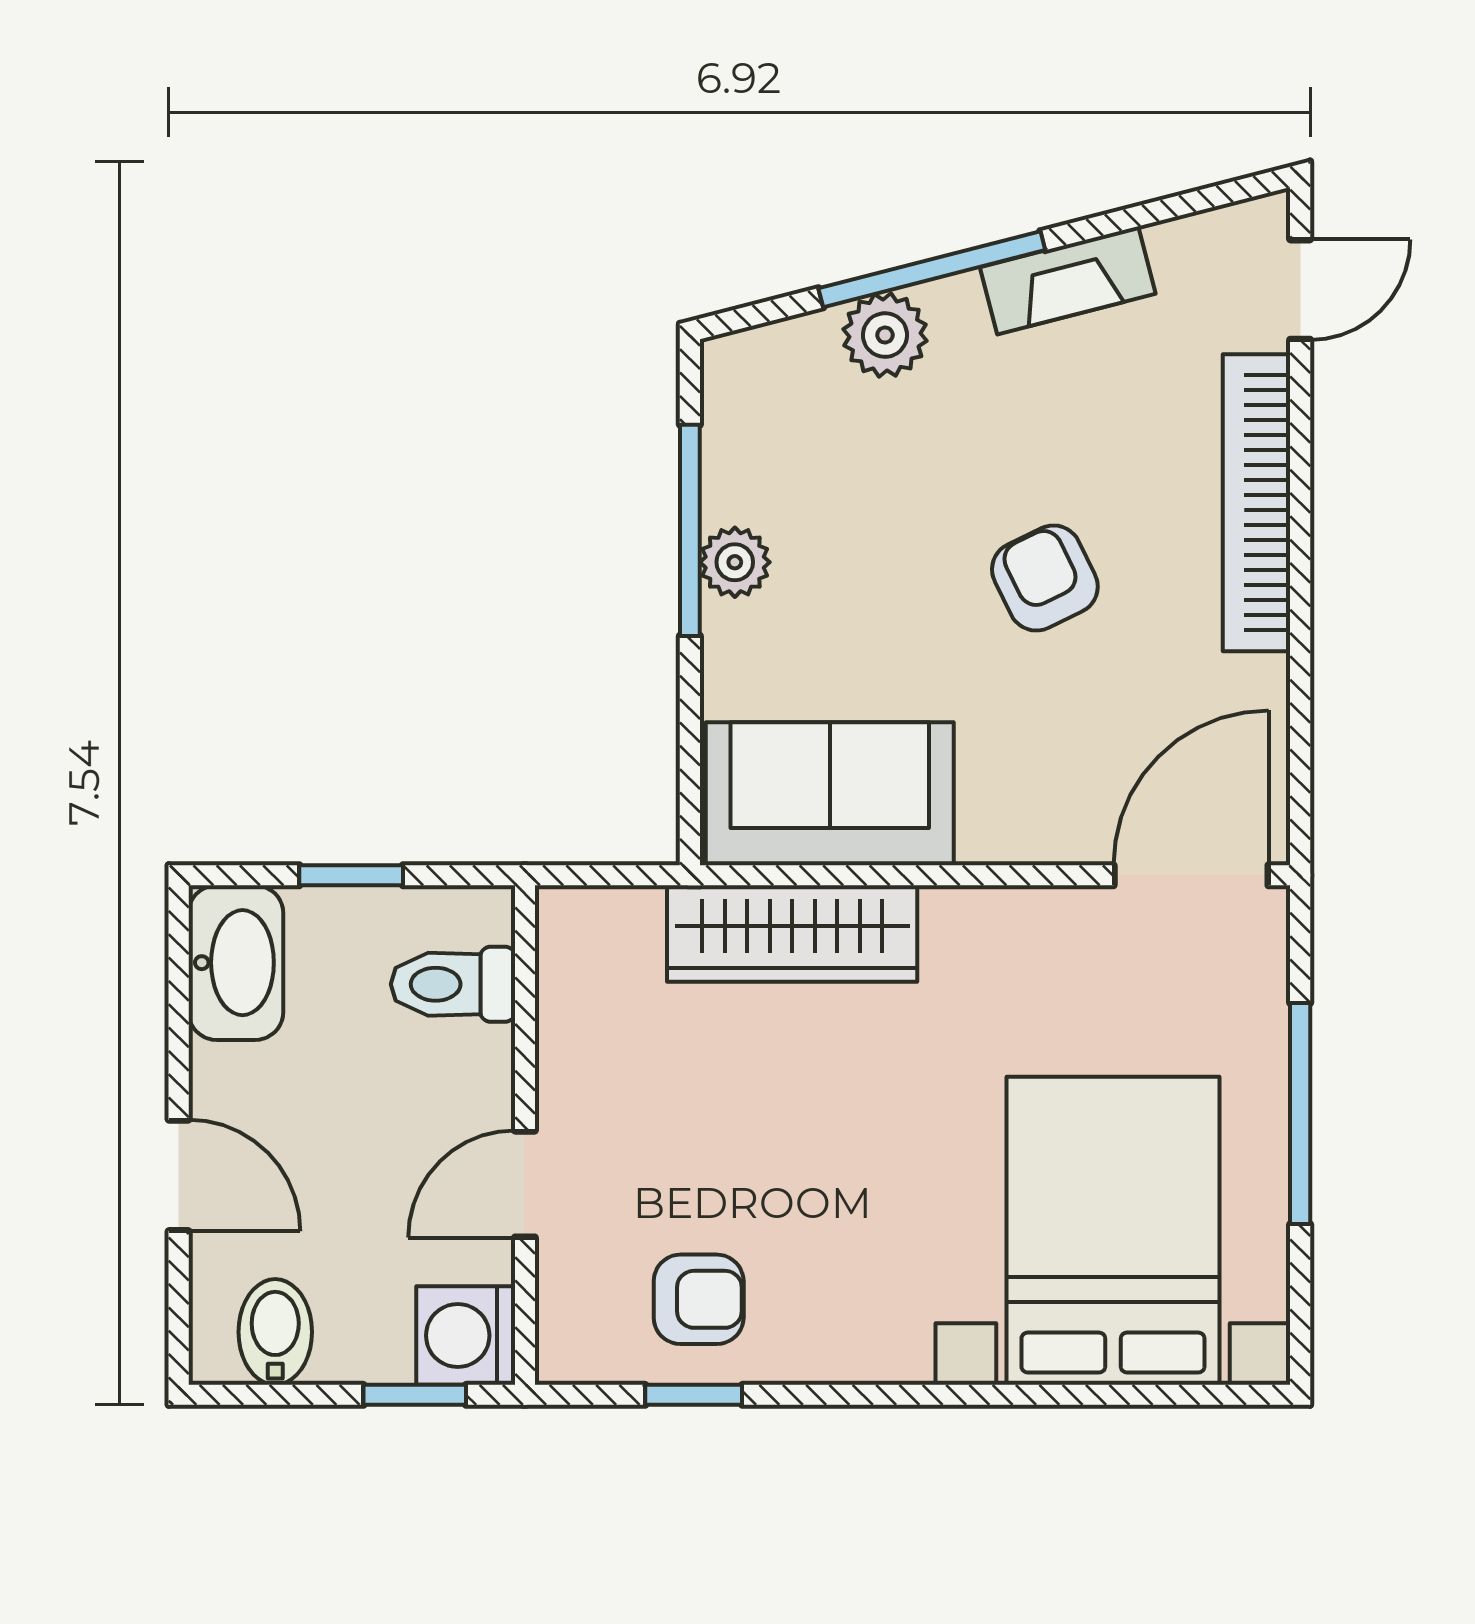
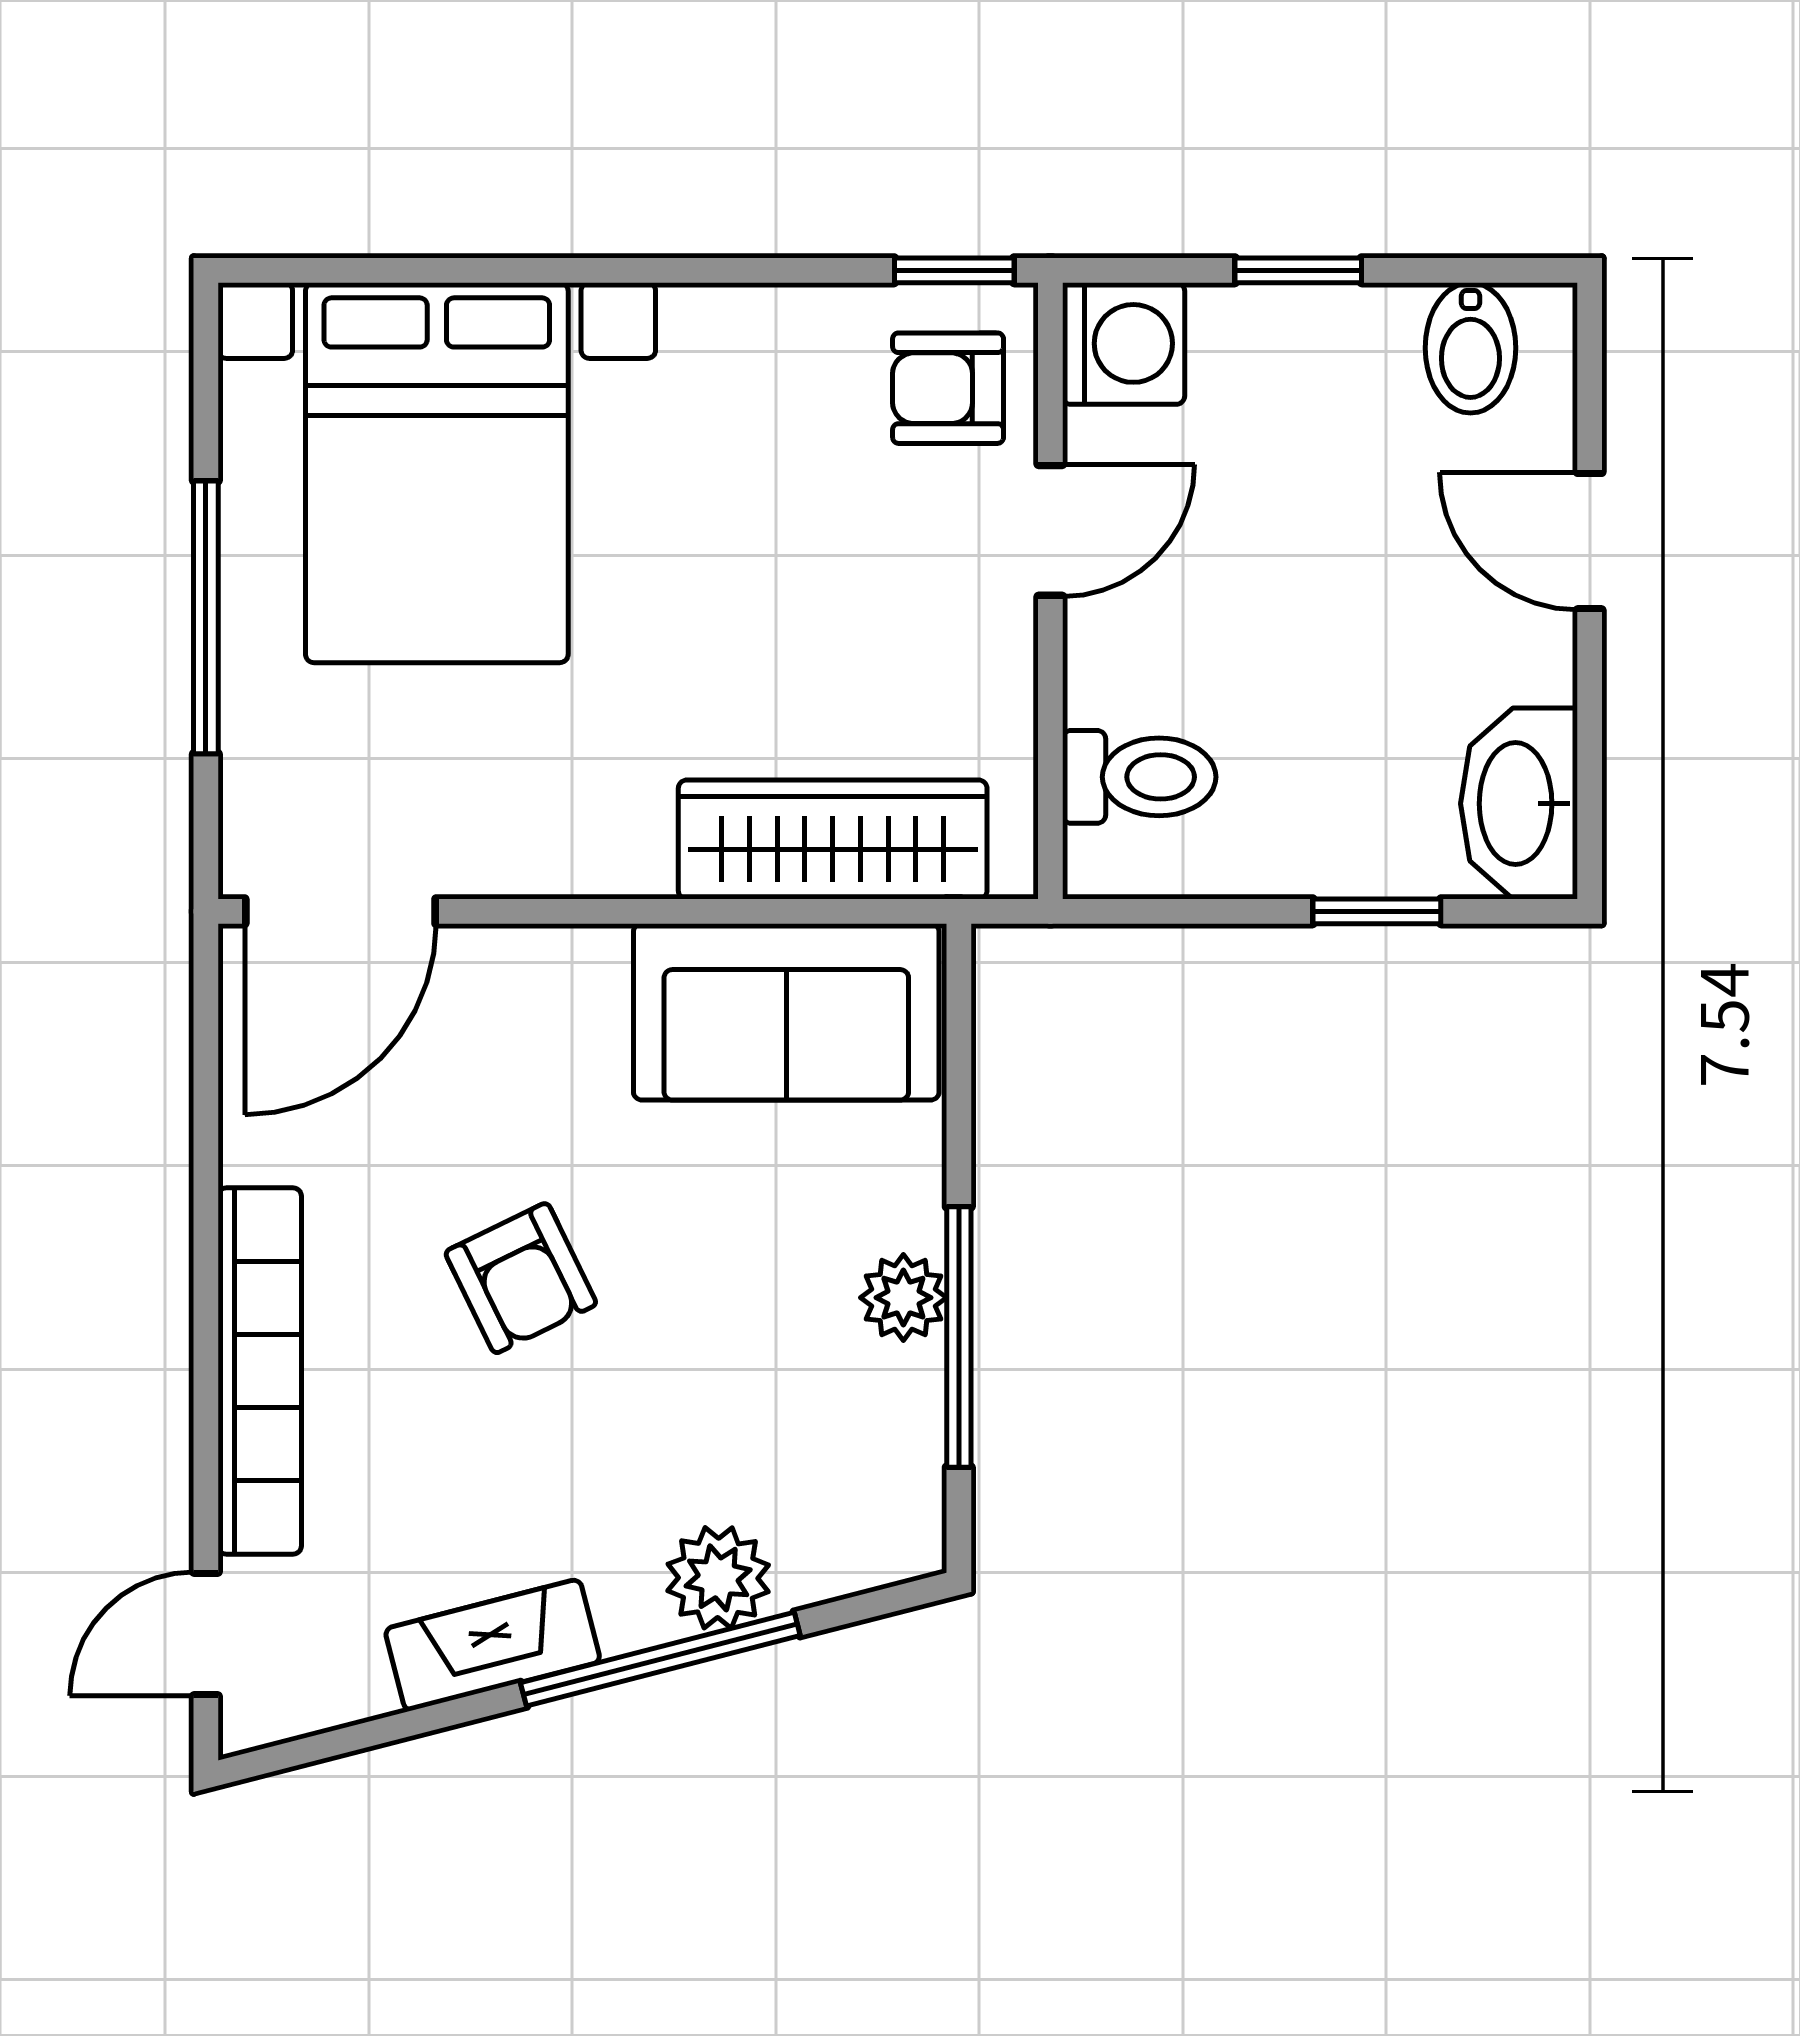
toilet: (453, 984) -> (1139, 777), moved
wall: (525, 1135) -> (1050, 591), moved
door: (525, 1184) -> (1050, 530), moved
washing machine: (466, 1335) -> (1124, 343), moved

